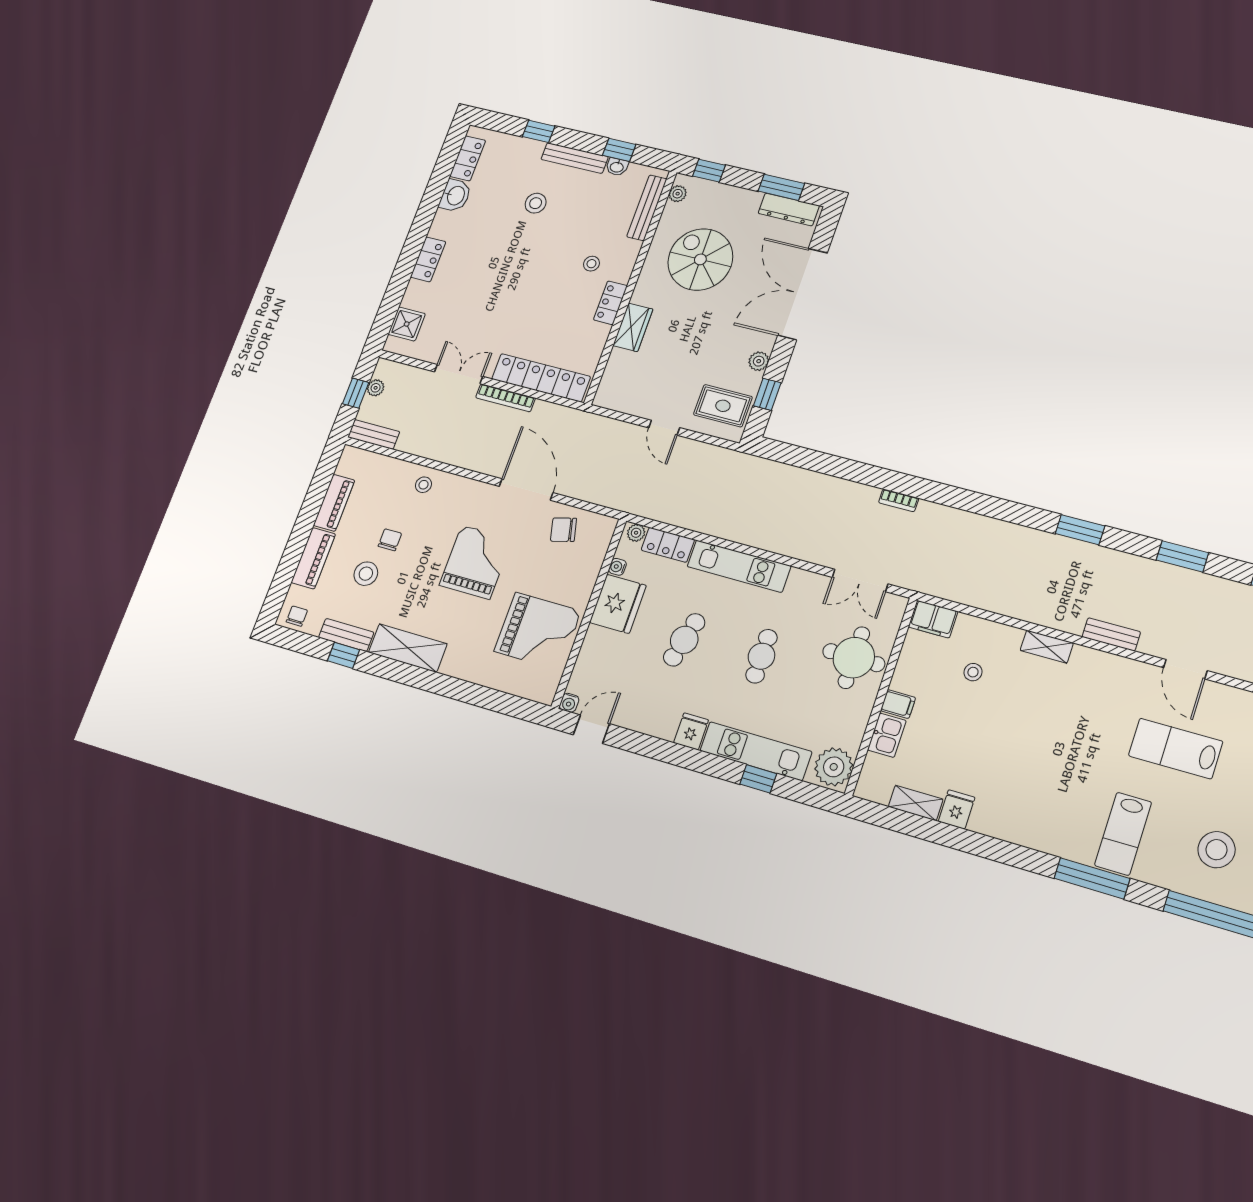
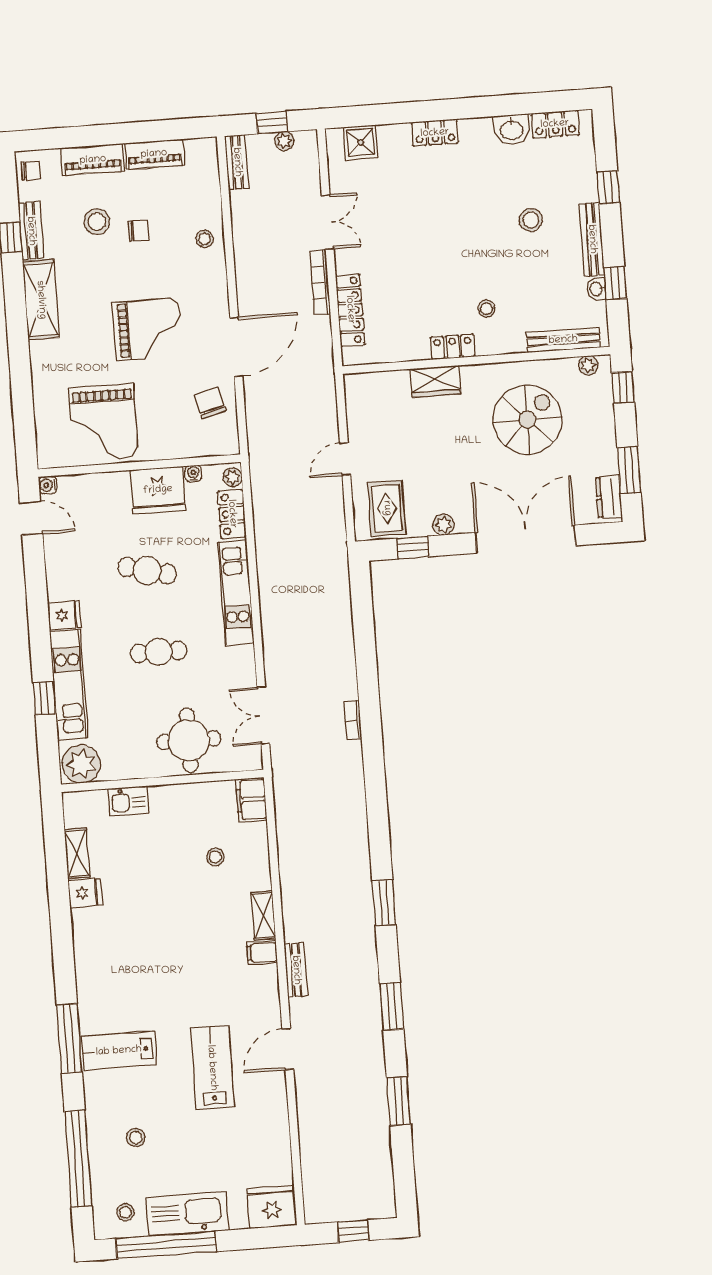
dresser: (789, 209) -> (609, 497), width x0.70
locker: (541, 378) -> (350, 310), width x0.71, depth x0.83
filing cabinet: (898, 704) -> (262, 953), moved, turned 90
stool: (1216, 850) -> (136, 1138), width x0.53, depth x0.53

